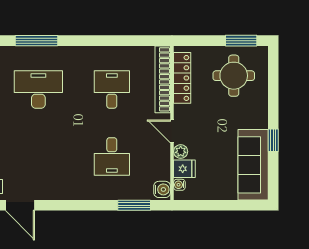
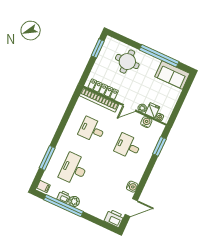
round table: (234, 76) -> (127, 62), moved
window: (273, 140) -> (159, 56), width x3.17
desk: (112, 156) -> (128, 146), turned 180
sofa: (253, 165) -> (172, 75), width x0.73
water cooler: (162, 189) -> (146, 122), moved
water cooler: (53, 192) -> (132, 187), added

